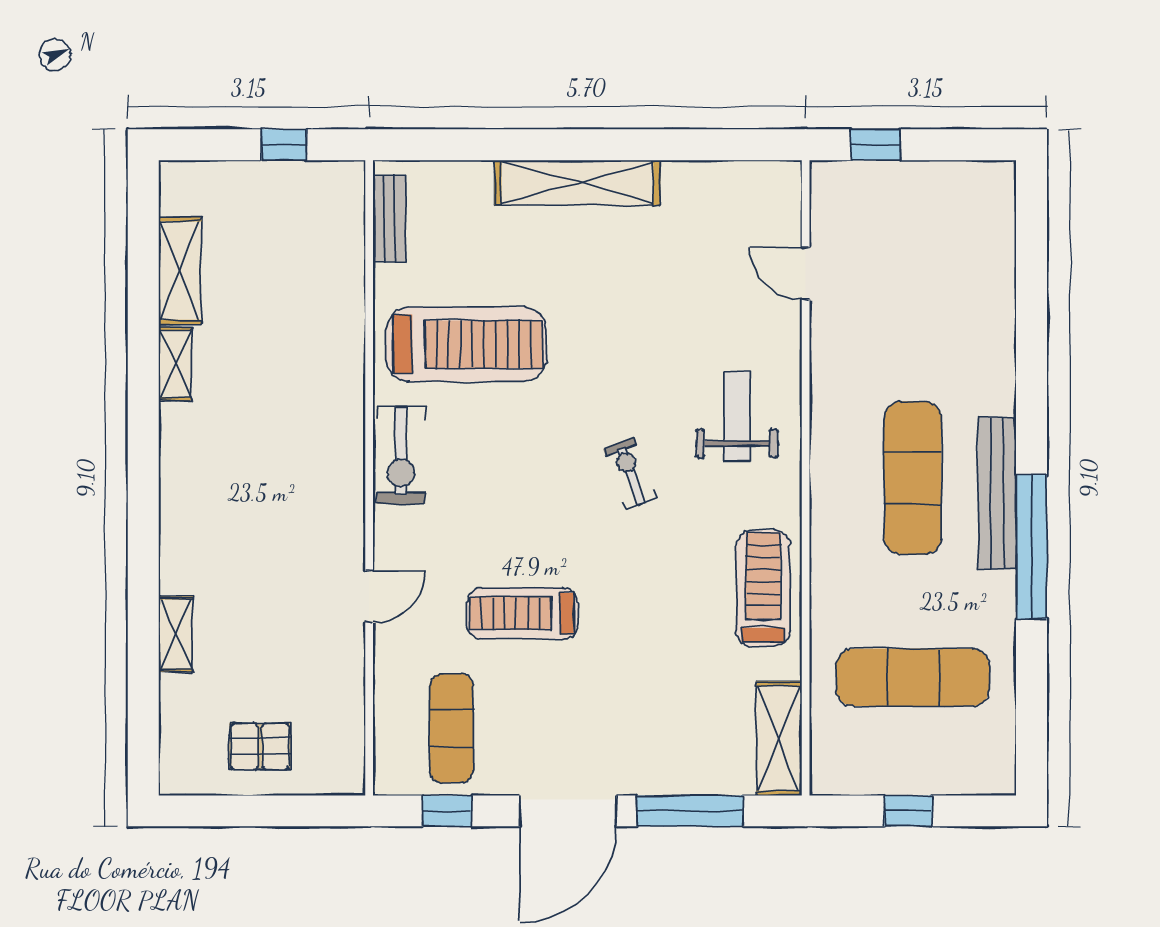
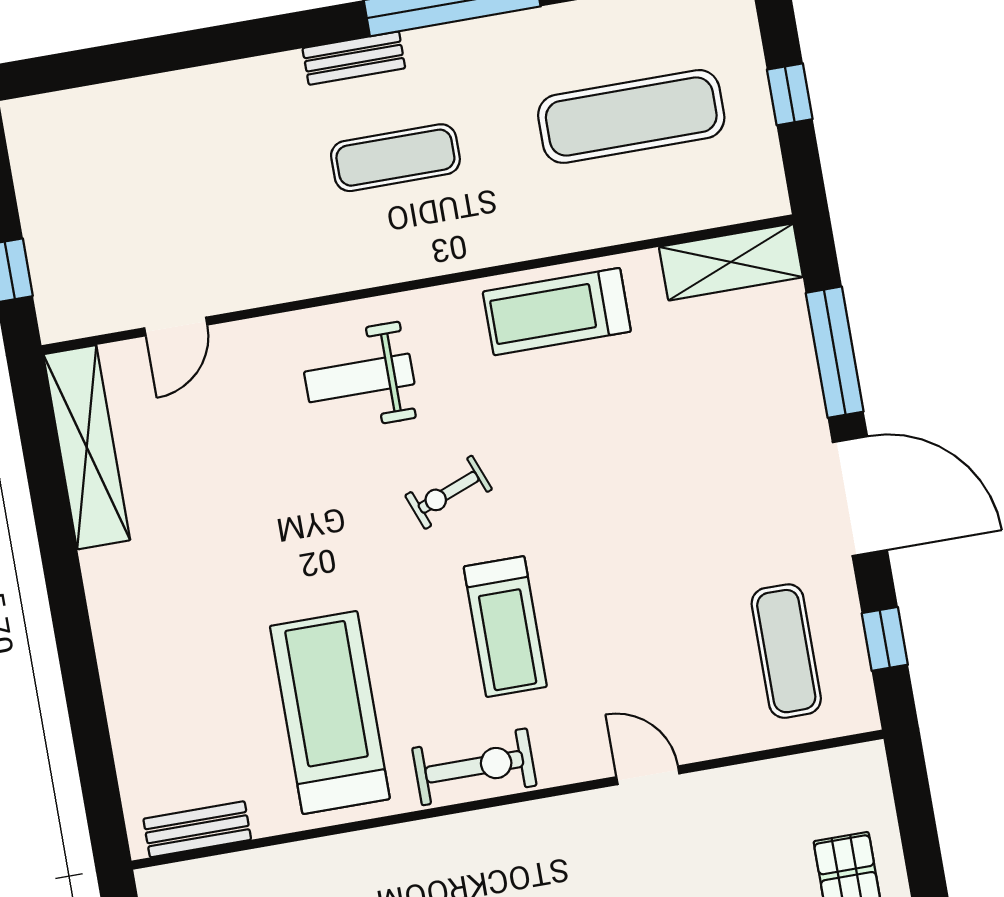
shelving: (577, 183) -> (87, 447), moved
exercise mat: (913, 478) -> (395, 158), width x0.73, depth x0.69
bench: (997, 493) -> (354, 58), width x0.54, depth x0.82
treadmill: (523, 613) -> (505, 627), moved
exercise mat: (913, 677) -> (631, 116), turned 90
exercise mat: (451, 728) -> (786, 651), turned 90

